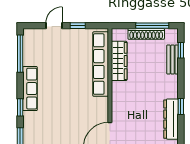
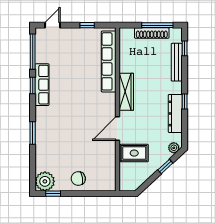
door: (54, 26) -> (52, 25), moved
bench: (173, 59) -> (177, 62), width x1.36
wardrobe: (119, 61) -> (126, 92), moved
window: (20, 107) -> (33, 85), moved

